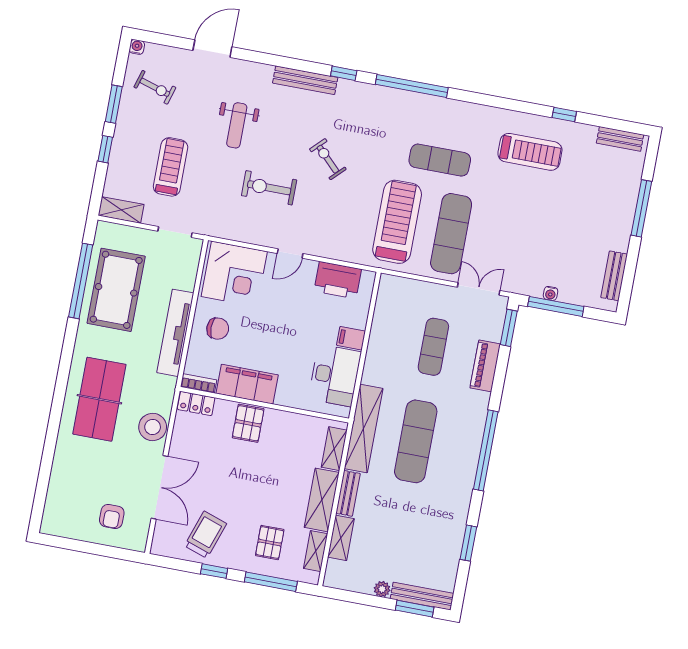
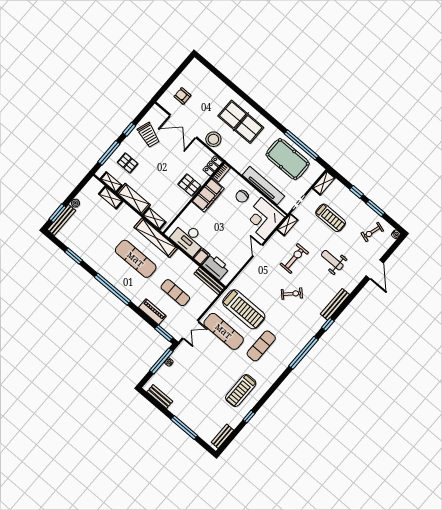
shelving: (222, 230) -> (287, 225), added
printer: (338, 280) -> (216, 267), moved, turned 90
tv unit: (175, 333) -> (263, 186), moved
bench: (348, 493) -> (209, 281), moved, width x1.36

